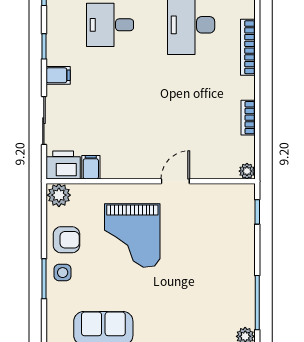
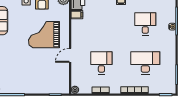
desk: (191, 116) -> (101, 63), added
door: (175, 181) -> (70, 55), swing flipped

